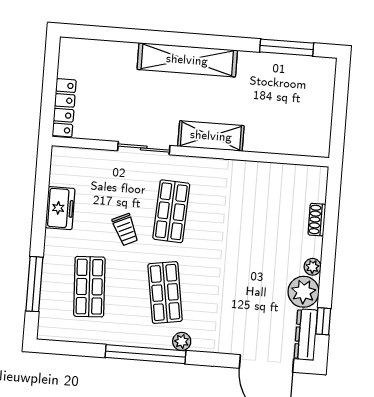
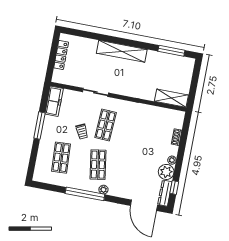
locker: (64, 108) -> (61, 55), moved
shelving: (211, 136) -> (171, 98), moved
freezer: (60, 208) -> (54, 101), moved, width x1.40
window: (34, 284) -> (39, 126), moved

